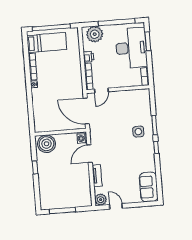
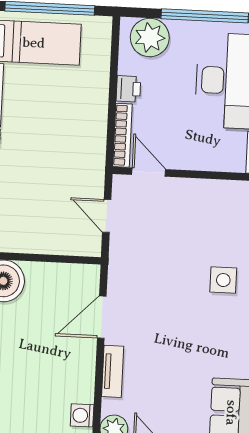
door: (101, 90) -> (149, 172), swing flipped
door: (86, 111) -> (107, 216), width x0.53
washing machine: (82, 138) -> (82, 415), moved

